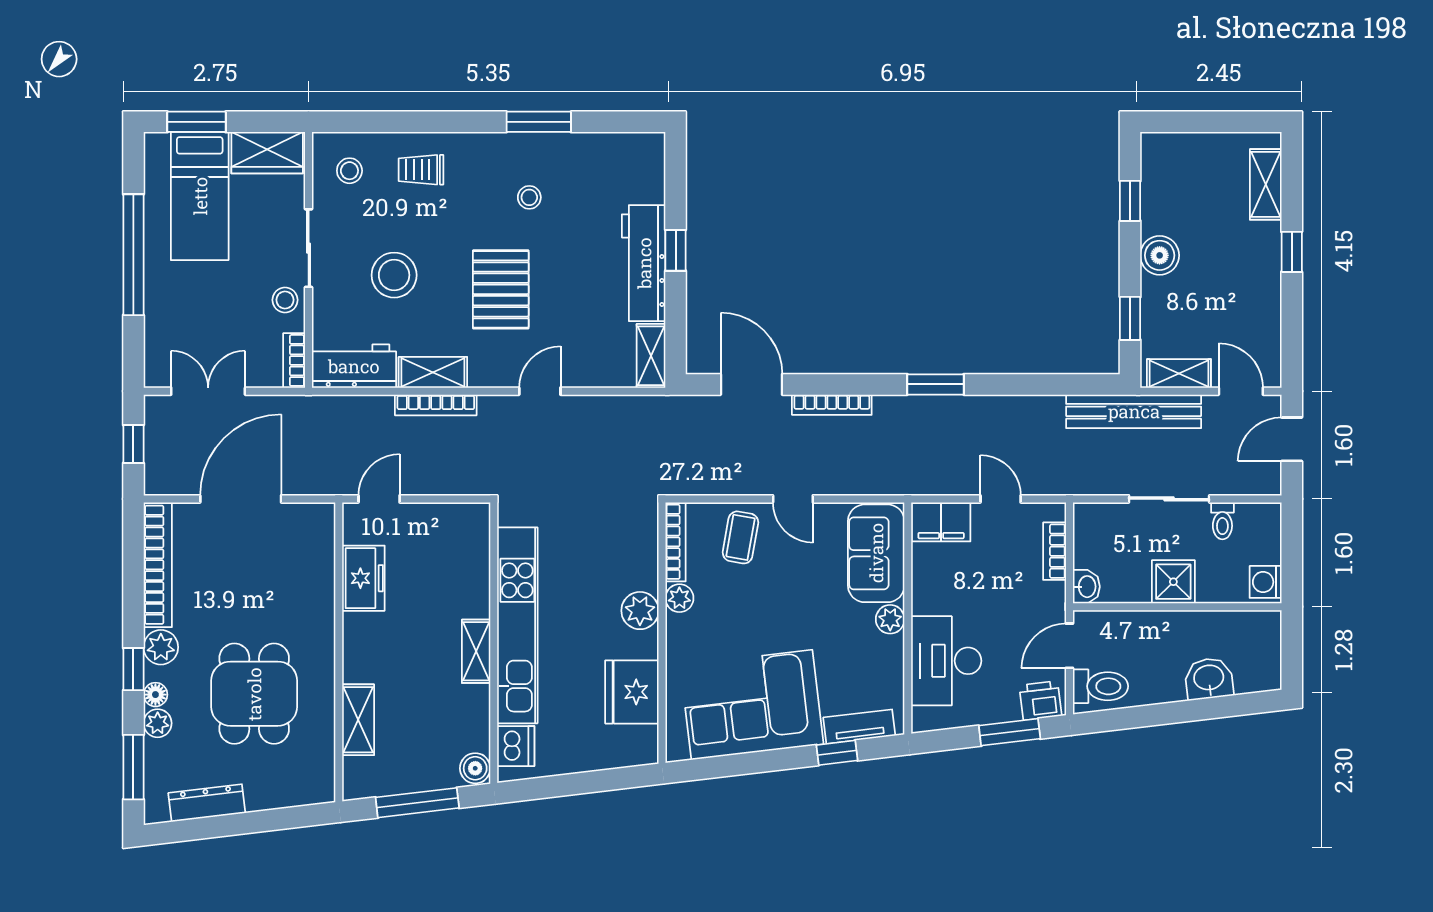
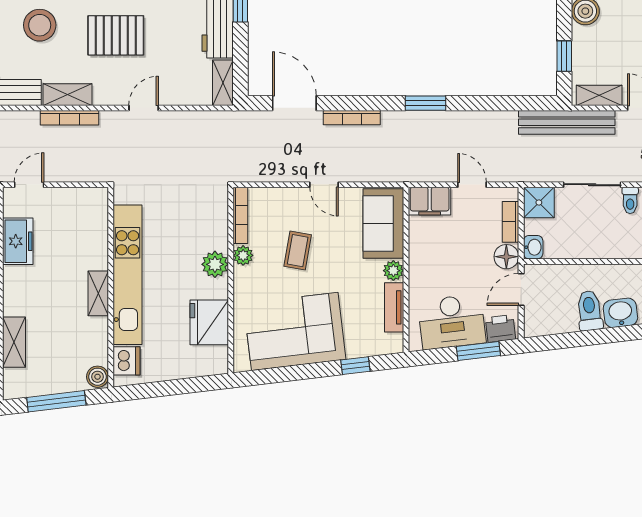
pallet: (501, 289) -> (116, 35), turned 90
coffee table: (740, 537) -> (298, 251), moved
shower: (1173, 582) -> (539, 202), moved
floor lamp: (1049, 600) -> (506, 257), added
desk: (946, 661) -> (452, 322), moved, turned -97
toilet: (1101, 686) -> (590, 311), moved, turned -97
tv unit: (859, 727) -> (394, 307), moved, turned -83

